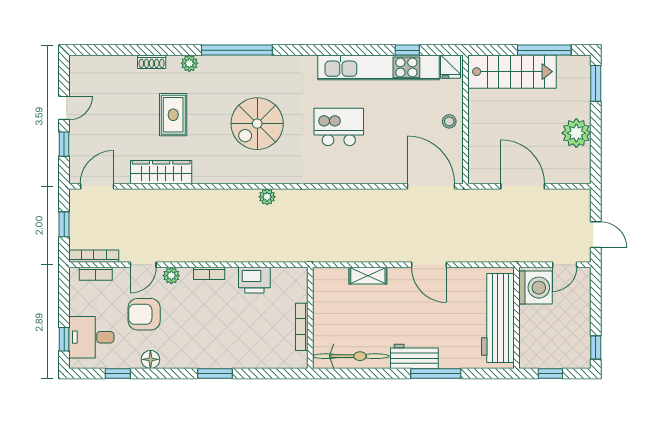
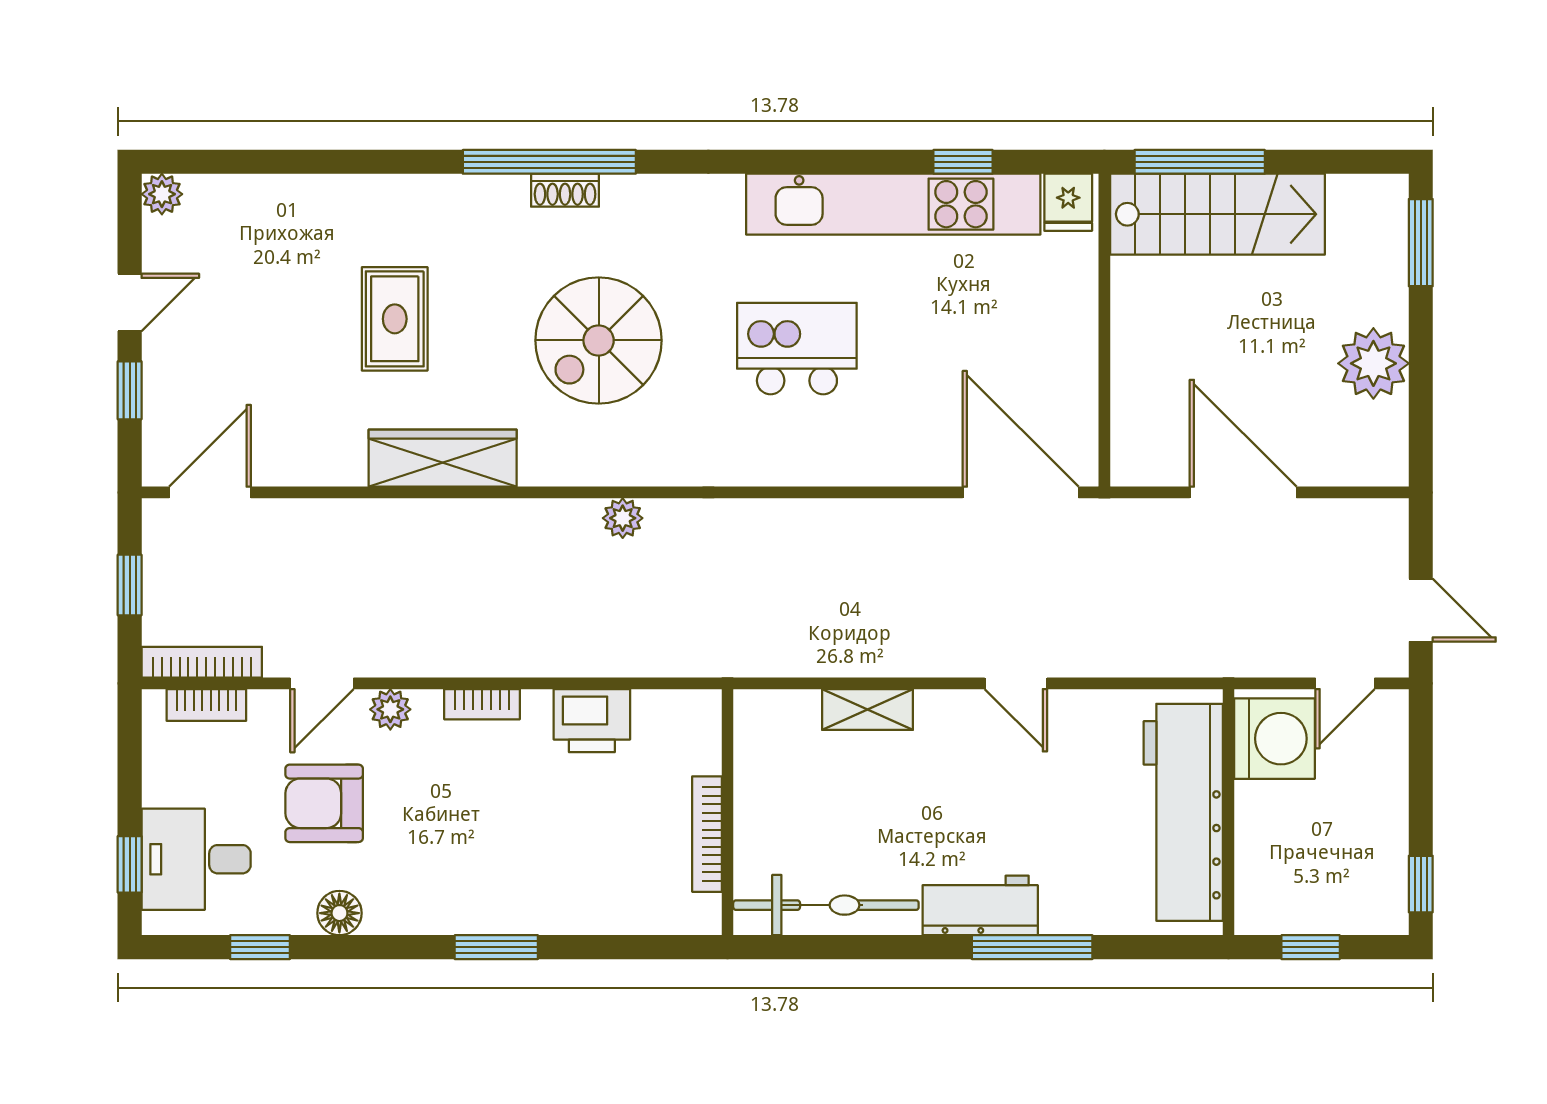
window: (544, 50) -> (1200, 162), moved
shoe rack: (152, 62) -> (565, 190), moved
plant: (189, 63) -> (162, 194), moved
stool: (449, 121) -> (1065, 335), removed
wardrobe: (161, 172) -> (443, 458), moved
door: (429, 265) -> (1016, 683), width x0.73

